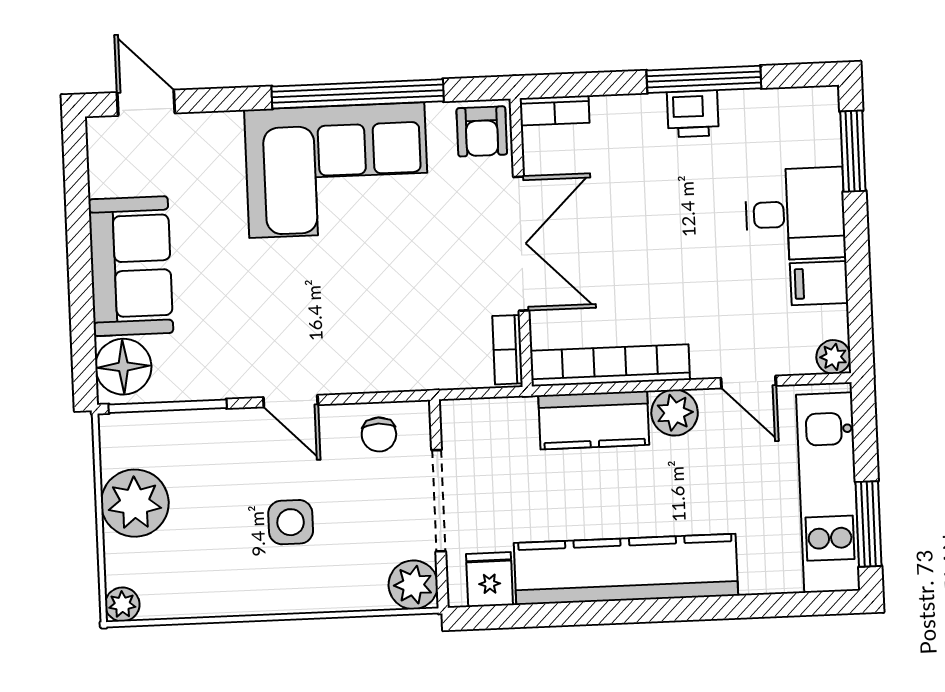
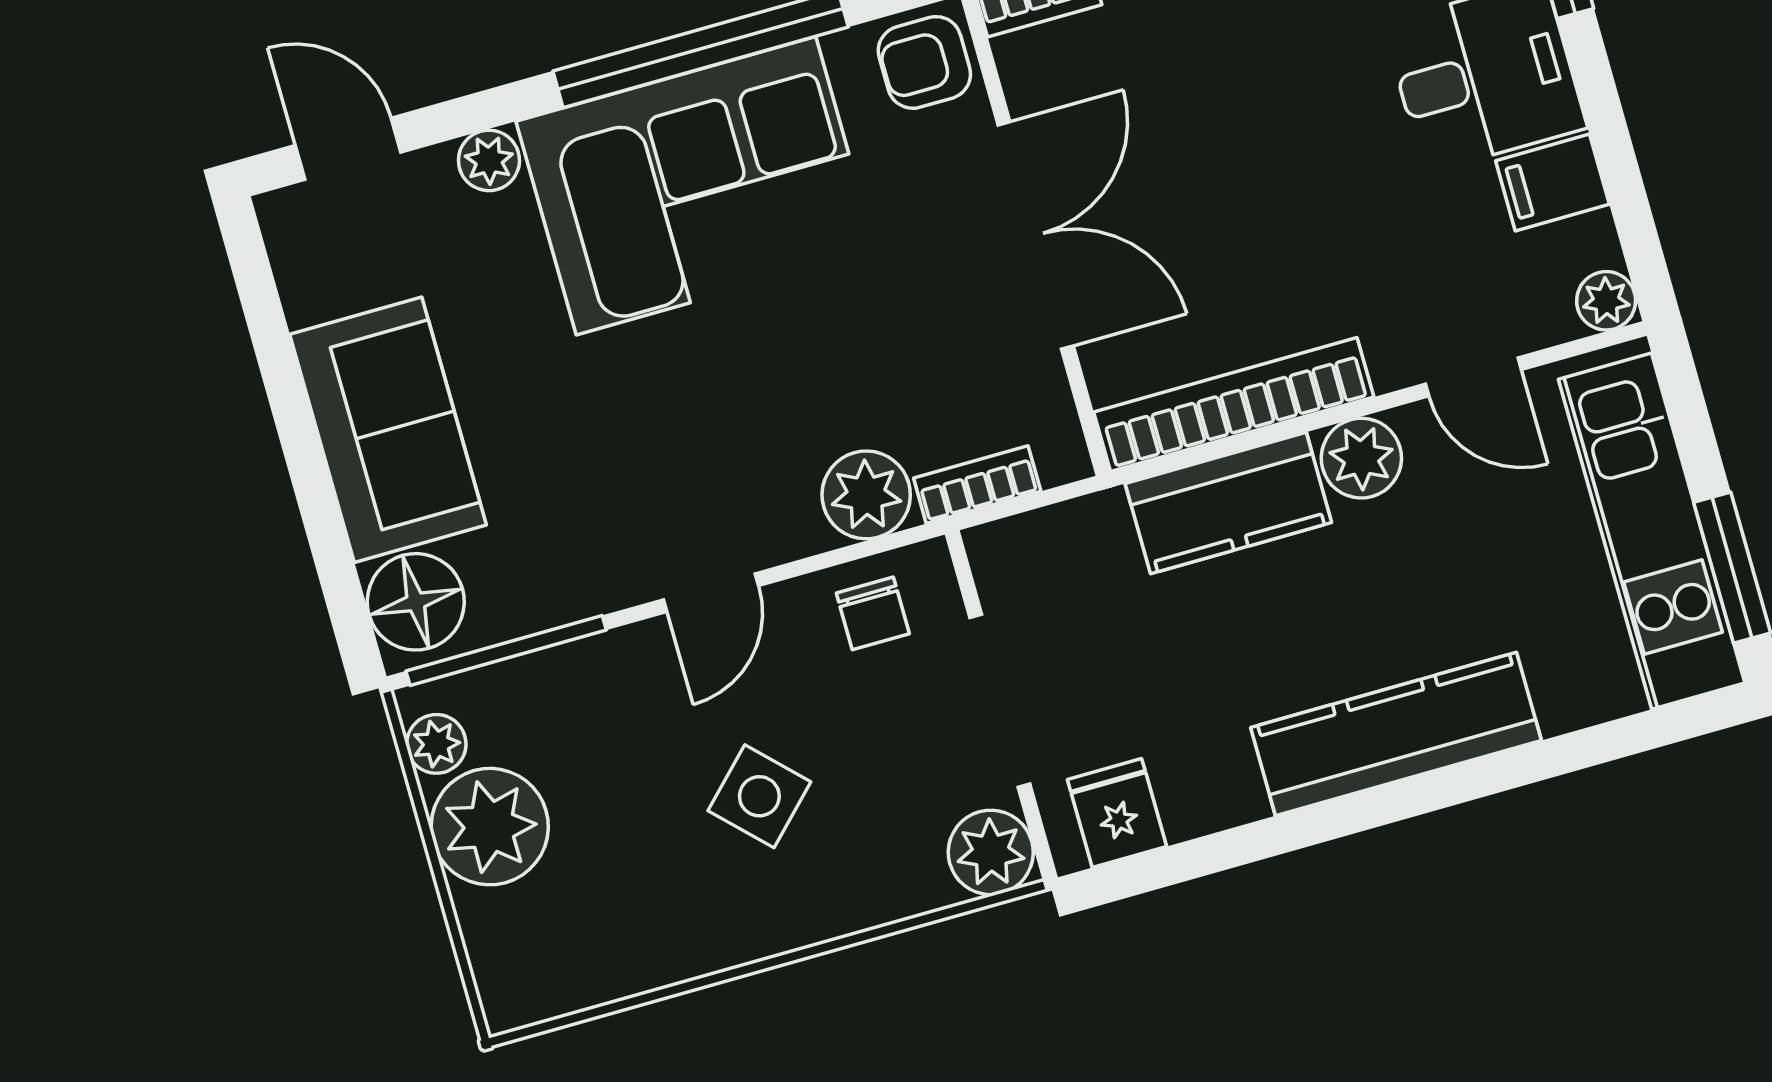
plant: (224, 128) -> (489, 160), added
armchair: (482, 131) -> (924, 62), turned 90
bookcase: (507, 350) -> (977, 485), moved, turned 90
plant: (391, 367) -> (866, 495), added
door: (291, 401) -> (711, 593), hinge flipped
side table: (291, 522) -> (759, 796), turned 45
kitchen counter: (626, 569) -> (1396, 734), width x0.72, depth x0.86
plant: (122, 604) -> (436, 744), moved

